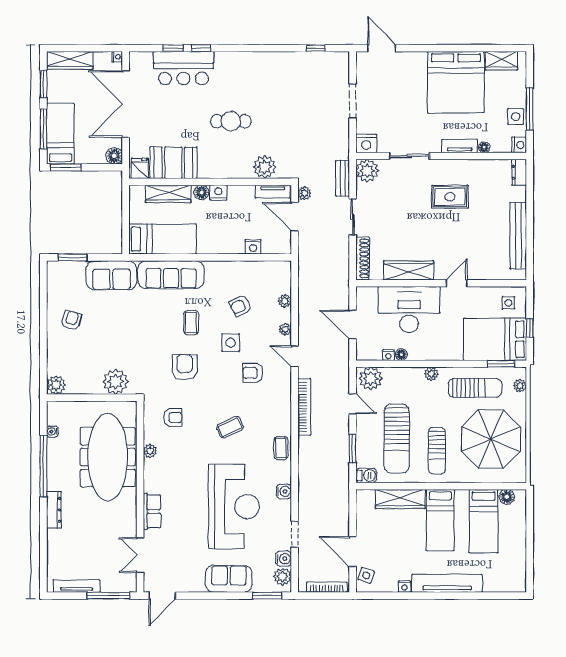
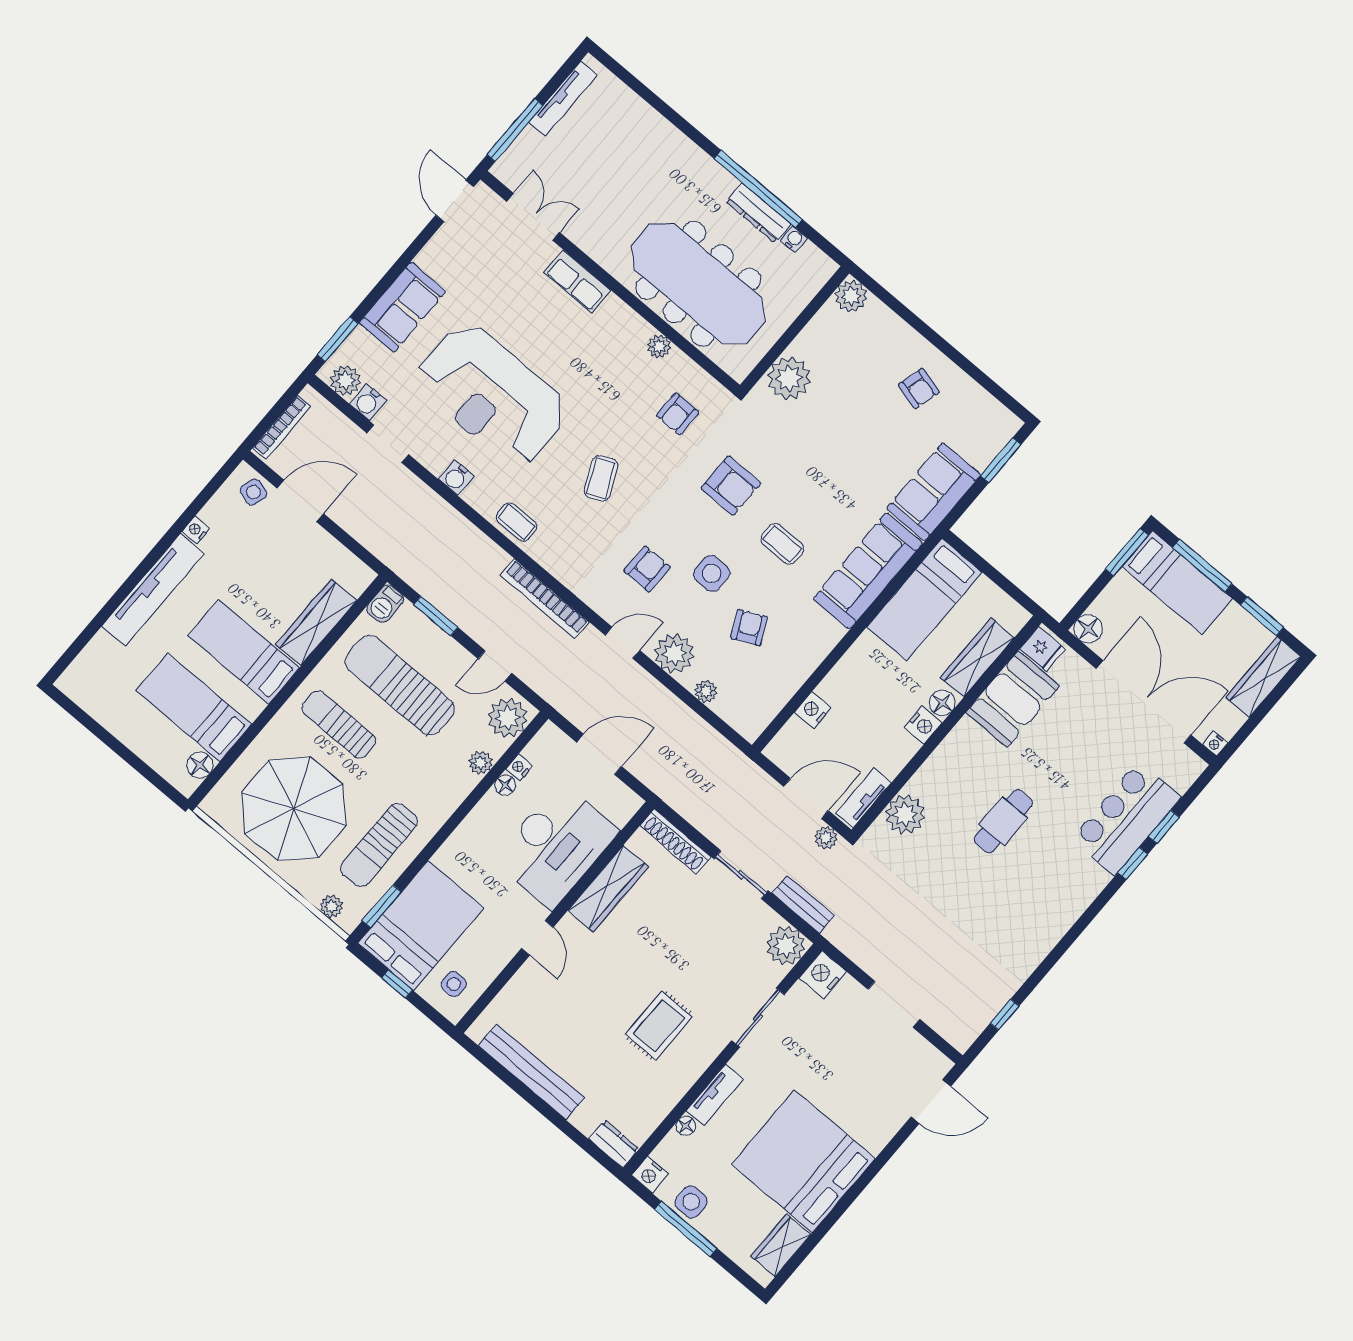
plant: (285, 329) -> (674, 654), width x1.88, depth x1.88
plant: (431, 374) -> (481, 763), moved
dresser: (54, 510) -> (758, 213), moved

